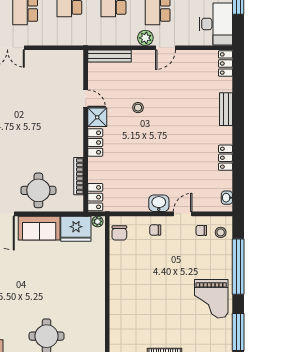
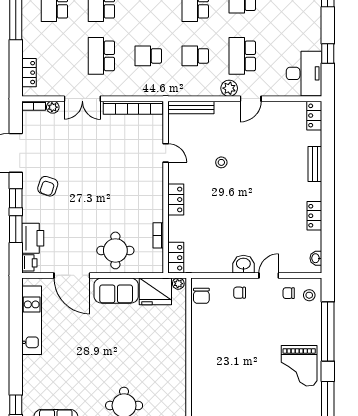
bookcase: (55, 56) -> (133, 108), added
shower: (97, 117) -> (178, 173), removed
bookcase: (79, 176) -> (158, 235), width x0.64

